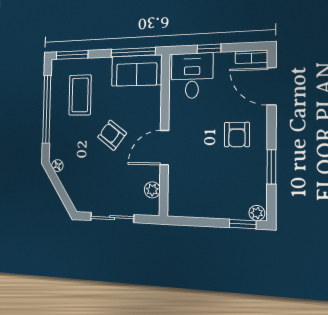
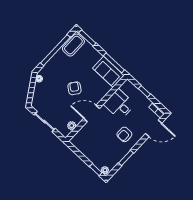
desk: (192, 76) -> (119, 104), moved, turned -90
door: (272, 86) -> (154, 128), swing flipped
coffee table: (80, 95) -> (73, 45), moved

